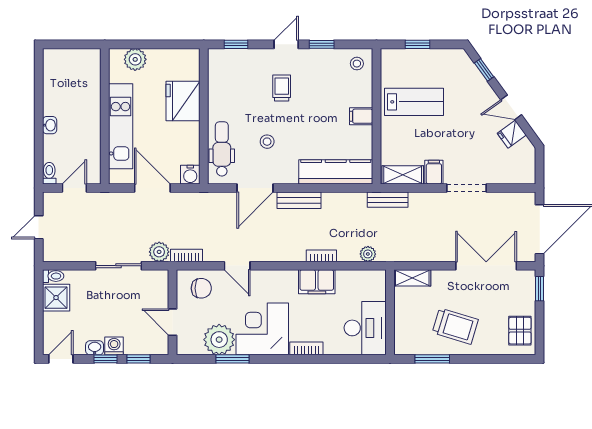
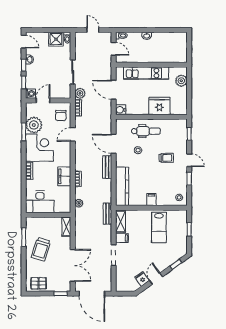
dental chair: (222, 149) -> (146, 131), moved
door: (152, 188) -> (114, 90), swing flipped
washing machine: (114, 346) -> (31, 94), moved

